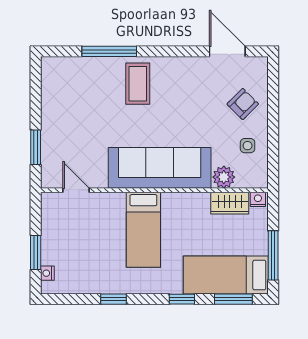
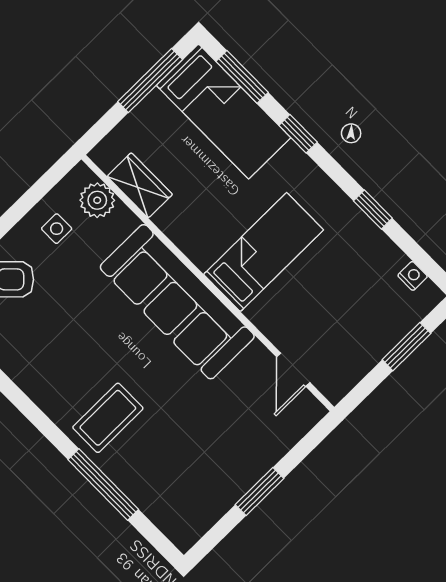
window: (36, 147) -> (260, 491), moved
plant: (224, 177) -> (97, 200), moved
nightstand: (258, 199) -> (105, 158), removed
nightstand: (47, 273) -> (413, 276), moved, turned -90

